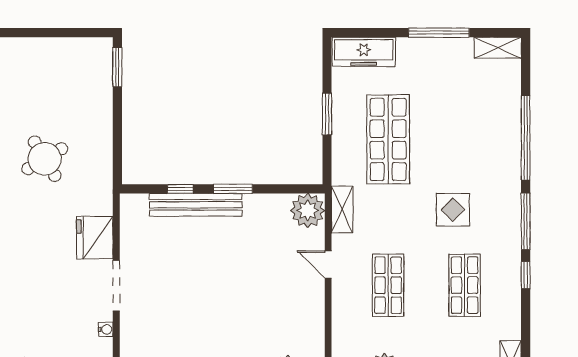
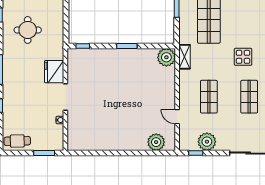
round table: (45, 159) -> (28, 30), turned 31
window: (180, 189) -> (83, 46), moved
bench: (196, 205) -> (107, 54), removed
door: (328, 264) -> (177, 117), moved

